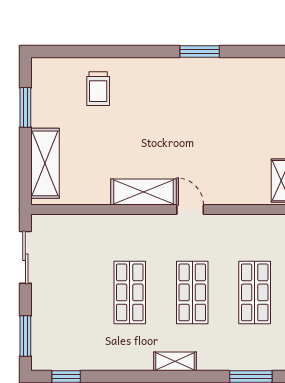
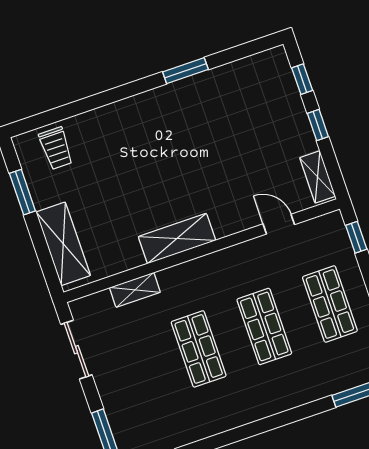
trolley: (98, 89) -> (56, 148), moved
door: (190, 210) -> (279, 224), moved
shelving: (175, 361) -> (135, 290), moved

